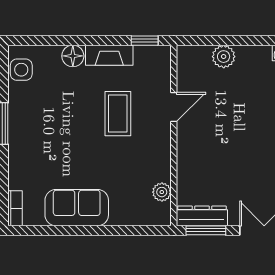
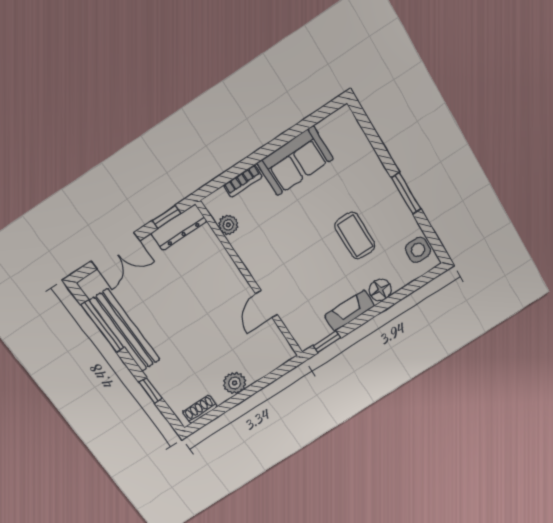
plant: (224, 57) -> (235, 383), moved
coffee table: (118, 114) -> (355, 236), moved
bookcase: (15, 208) -> (243, 181), moved, turned -90
window: (206, 230) -> (167, 217), width x0.67

